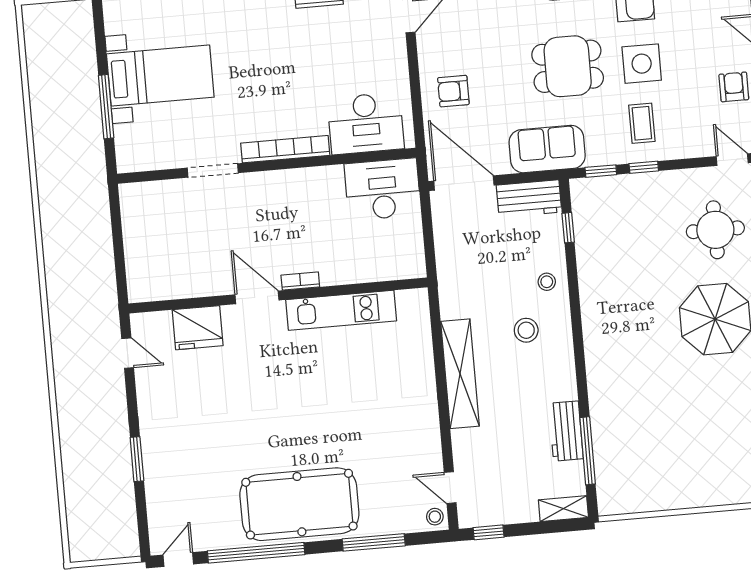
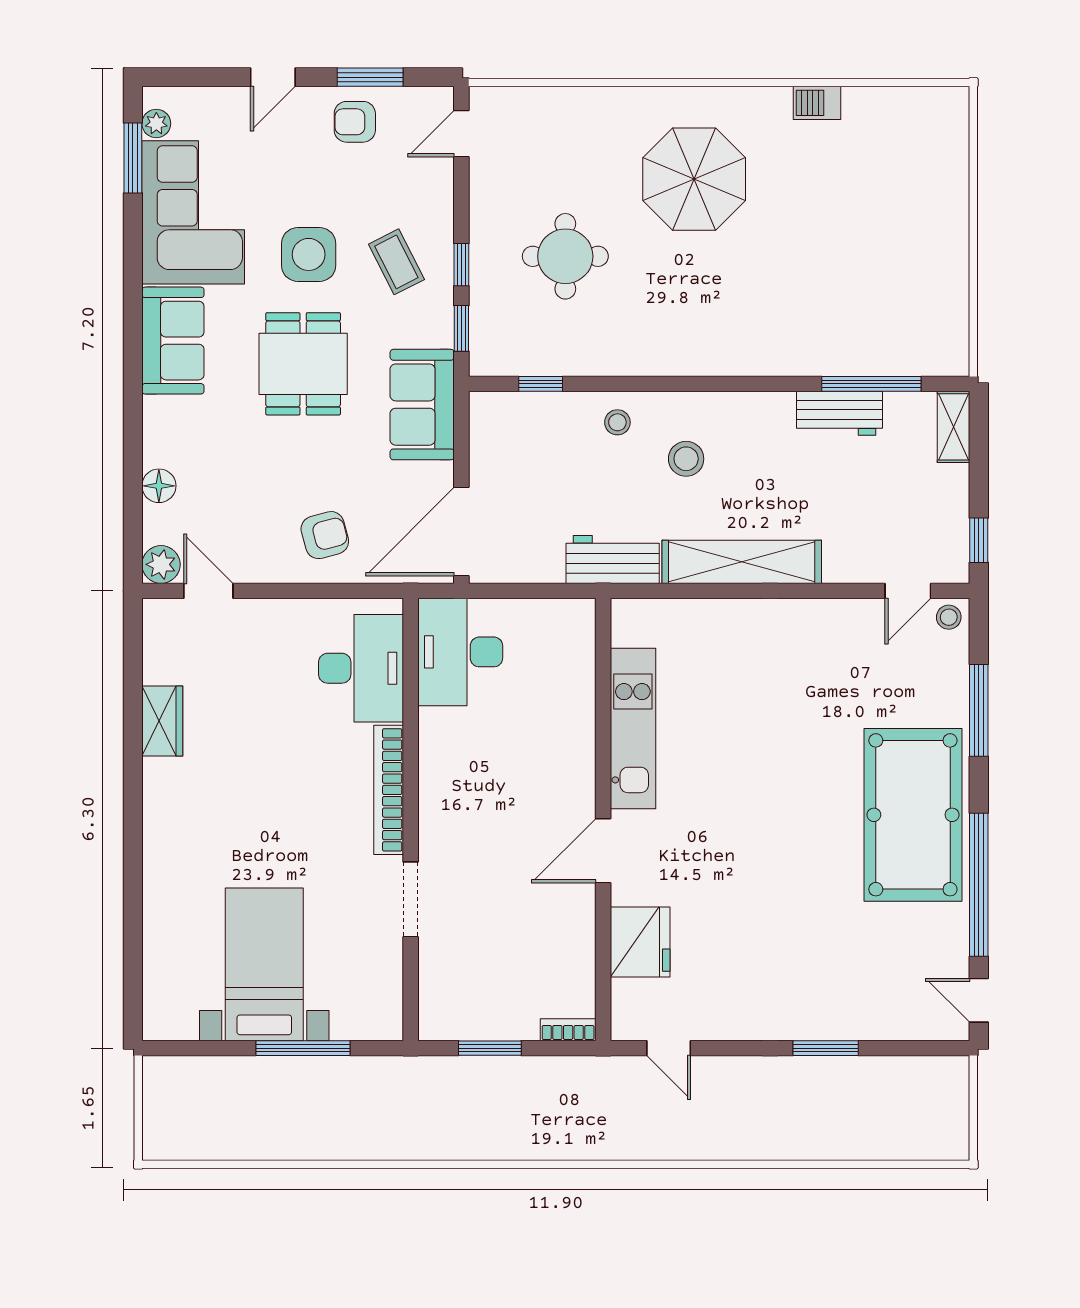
armchair: (453, 91) -> (325, 535), turned -105
coffee table: (642, 123) -> (396, 262), turned 63
workbench: (529, 199) -> (613, 559), moved, turned -90
round table: (715, 230) -> (565, 256), moved
window: (117, 233) -> (490, 1048), added
bookcase: (300, 281) -> (568, 1030), moved, turned 90
door: (128, 353) -> (669, 1048), swing flipped

